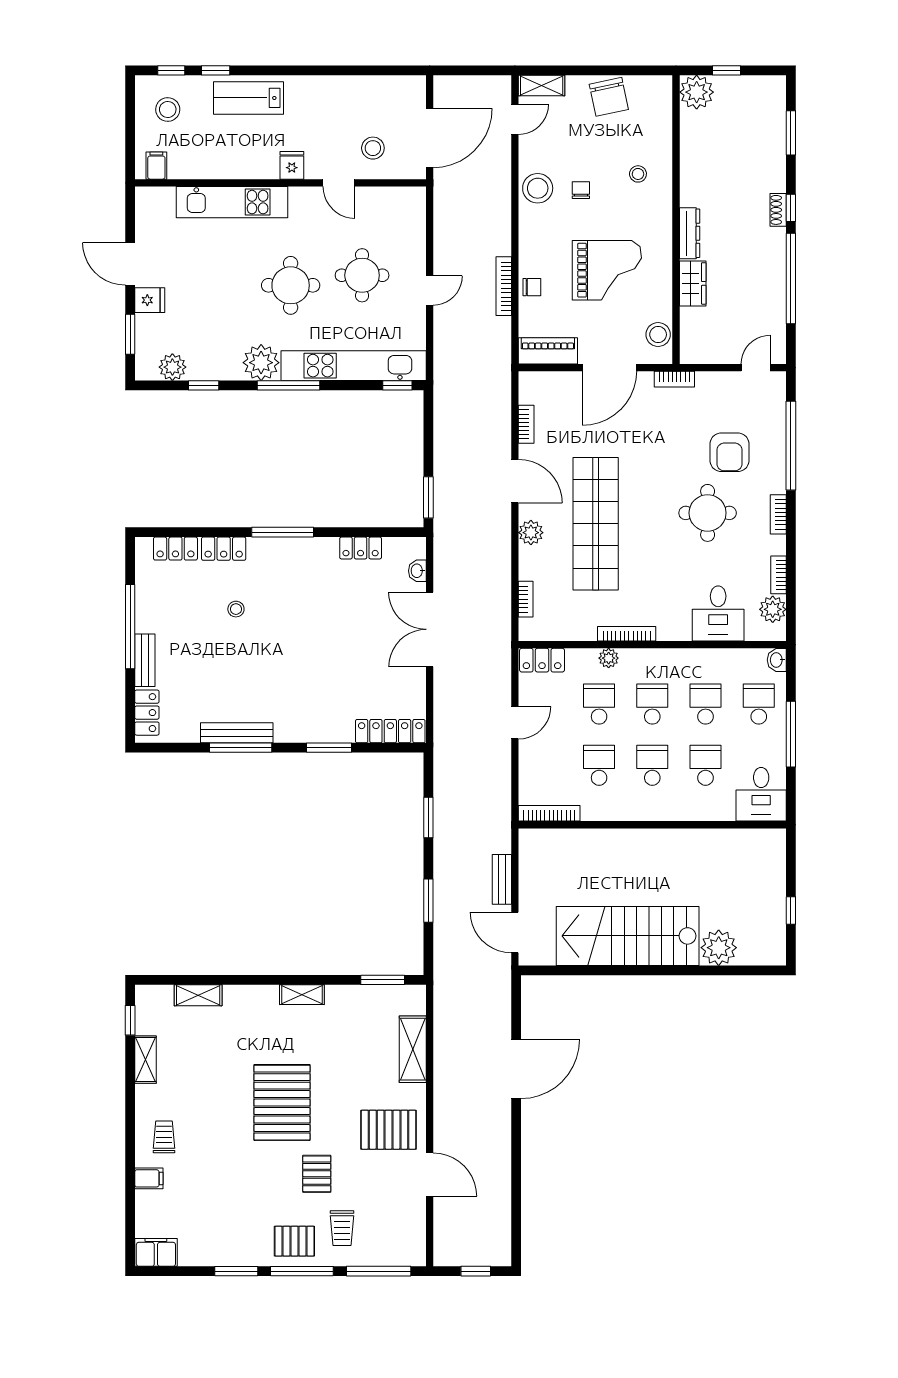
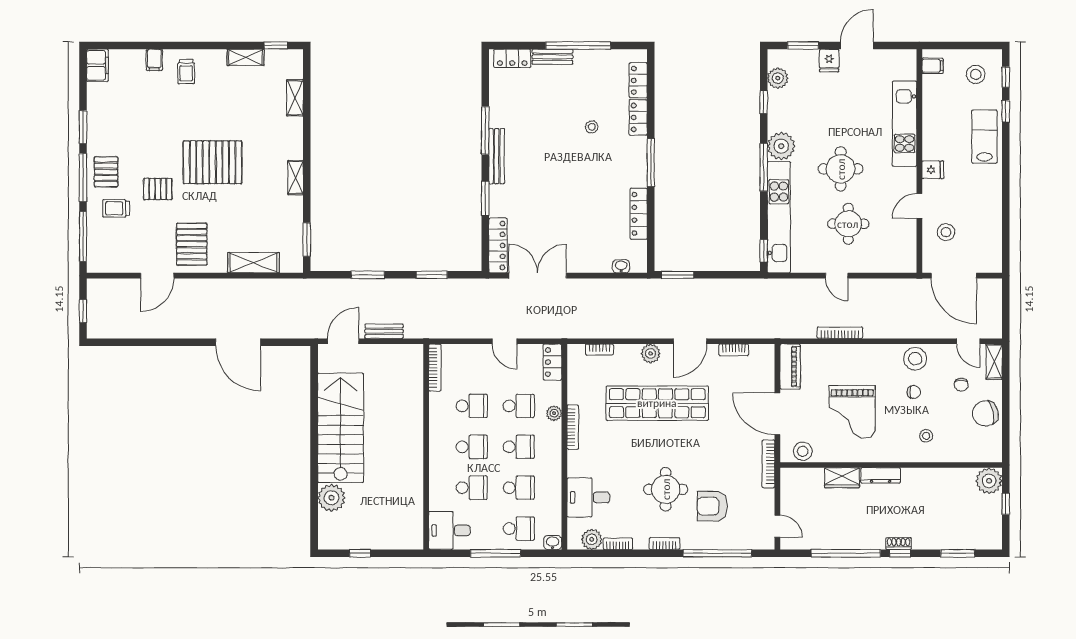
chair: (532, 287) -> (961, 385), moved
bookcase: (674, 379) -> (768, 464), width x1.56
locker: (361, 548) -> (639, 214), width x1.53
double door: (430, 629) -> (538, 276), moved
bench: (237, 733) -> (497, 156), moved
trolley: (164, 1137) -> (186, 72), turned 90

